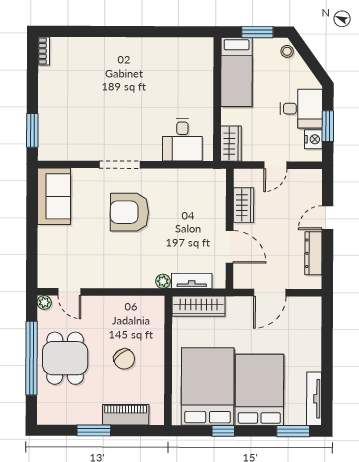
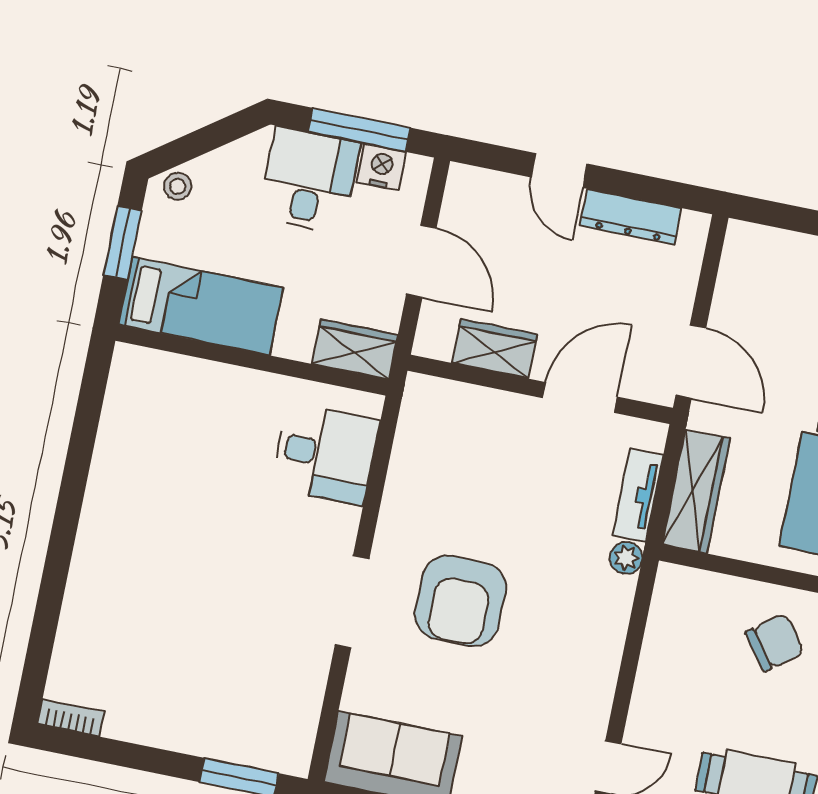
window: (328, 126) -> (359, 130), width x1.44
door: (275, 165) -> (421, 261), width x1.38
door: (270, 293) -> (691, 362), moved
chair: (124, 359) -> (775, 642), moved

